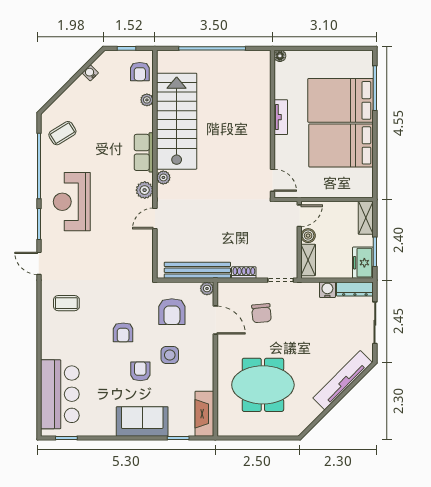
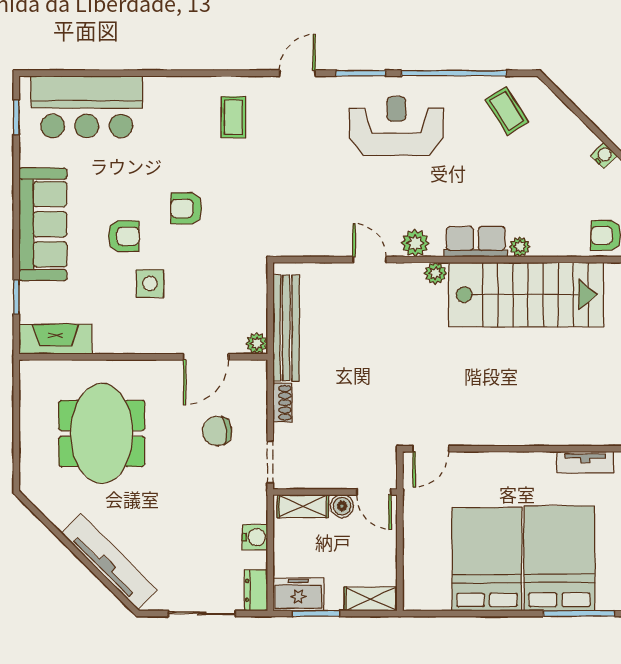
plant: (147, 100) -> (520, 247), moved
tv unit: (281, 117) -> (585, 462), moved
dresser: (355, 289) -> (256, 590), width x0.70
armchair: (172, 312) -> (220, 287), removed
sofa: (142, 421) -> (43, 224), width x1.36

